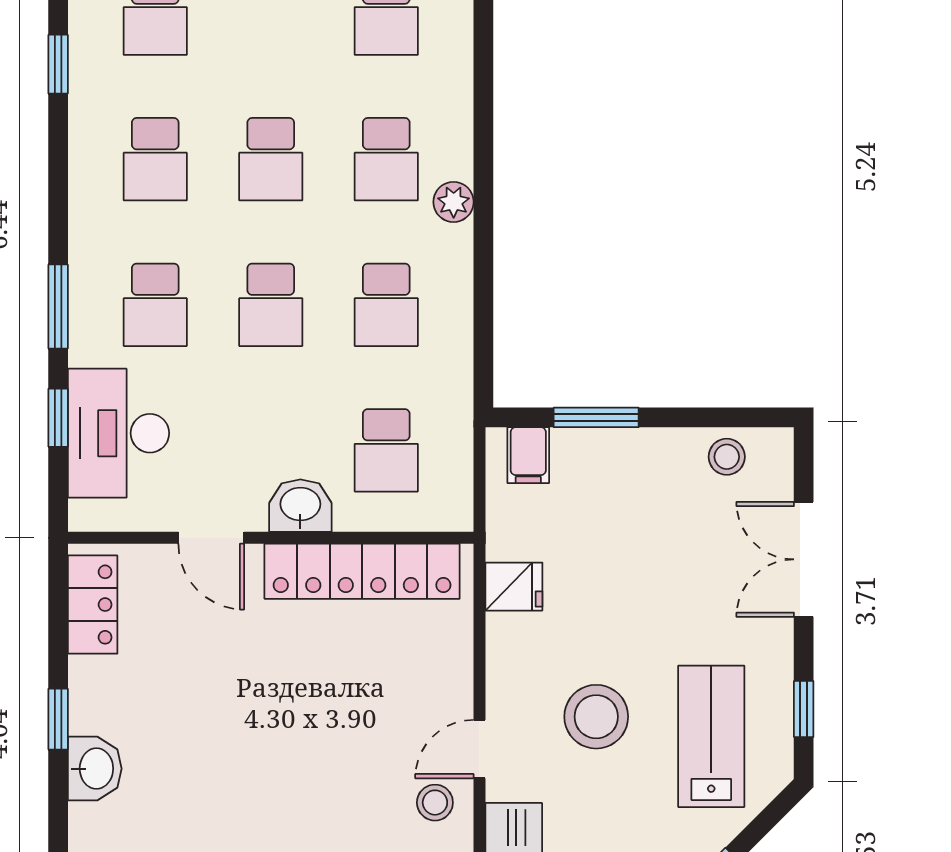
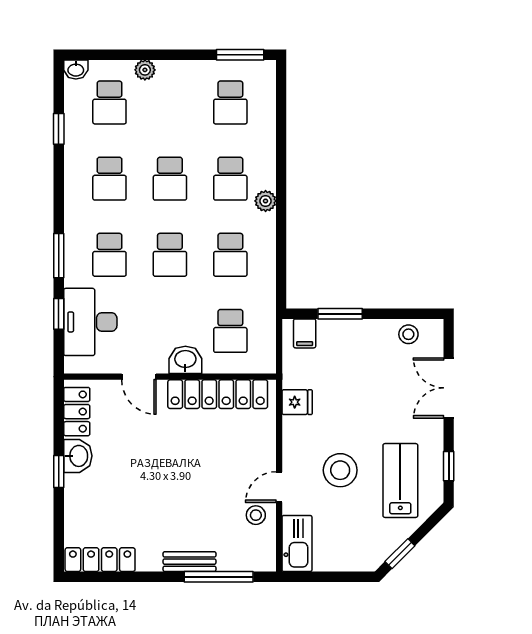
washbasin: (95, 769) -> (78, 456), moved

